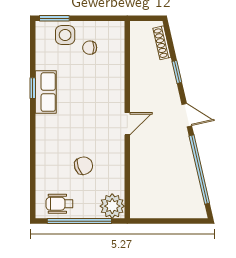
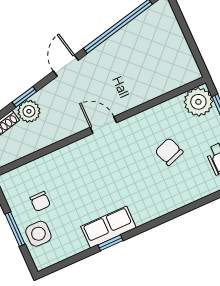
window: (54, 18) -> (15, 229), moved
plant: (164, 70) -> (29, 111), added

